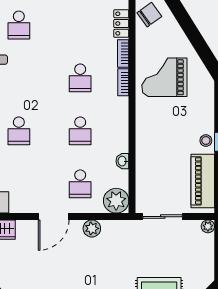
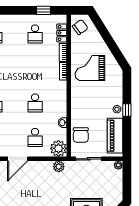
school desk: (80, 78) -> (35, 34), moved
chair: (150, 180) -> (81, 135), added
plant: (92, 228) -> (59, 167), moved

